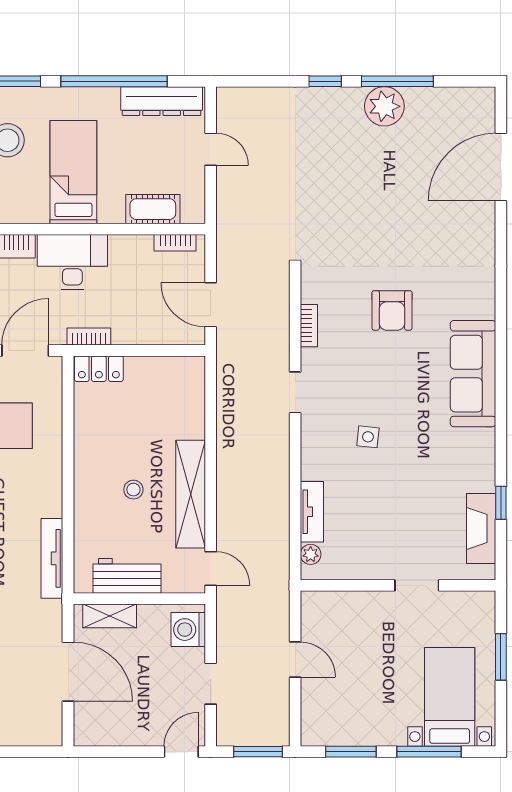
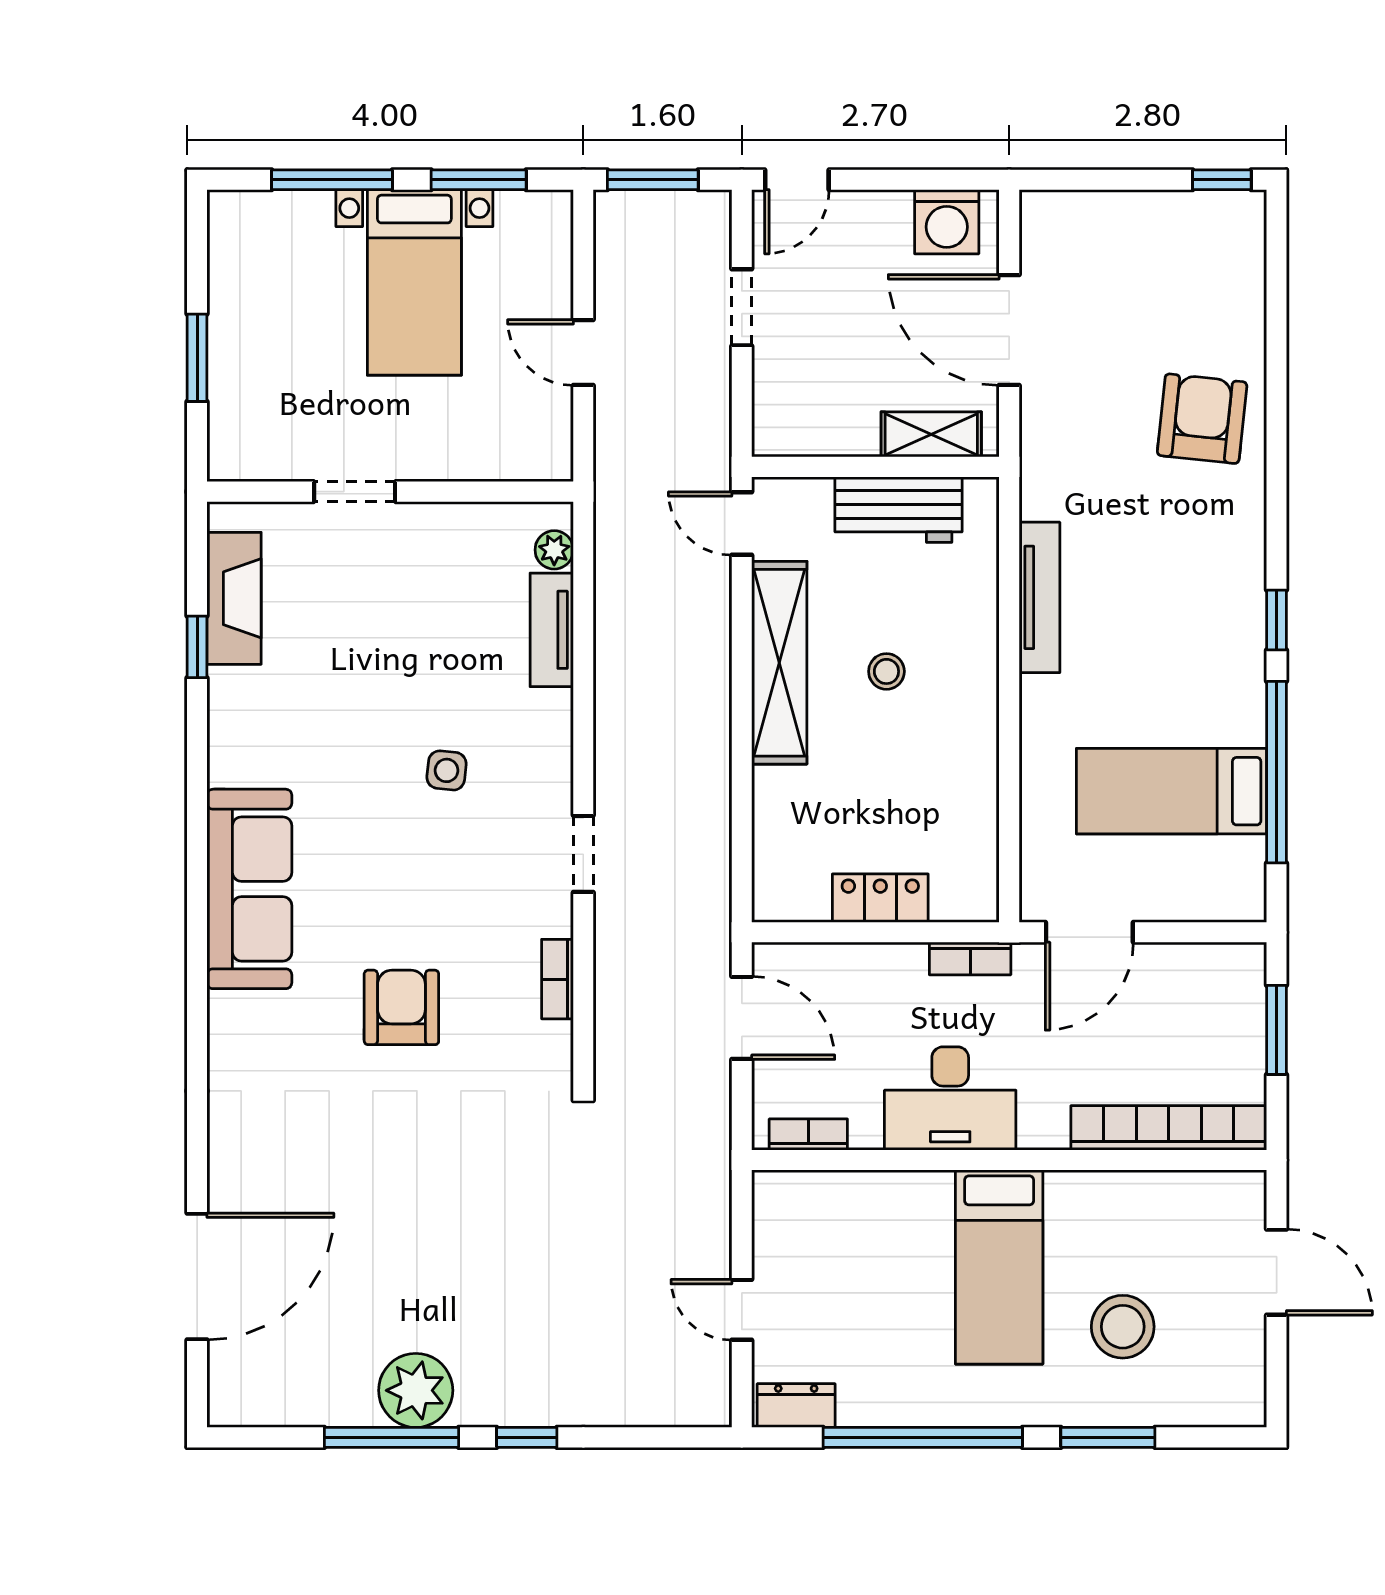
dresser: (162, 101) -> (796, 1406), width x0.51, depth x0.80
cot: (153, 209) -> (850, 1198), removed
desk: (72, 262) -> (950, 1098), moved
locker: (99, 369) -> (880, 898), moved
tv unit: (52, 558) -> (1039, 597), moved
washing machine: (188, 630) -> (947, 222), moved, turned 90
bed with nightstands: (450, 697) -> (414, 282), moved

